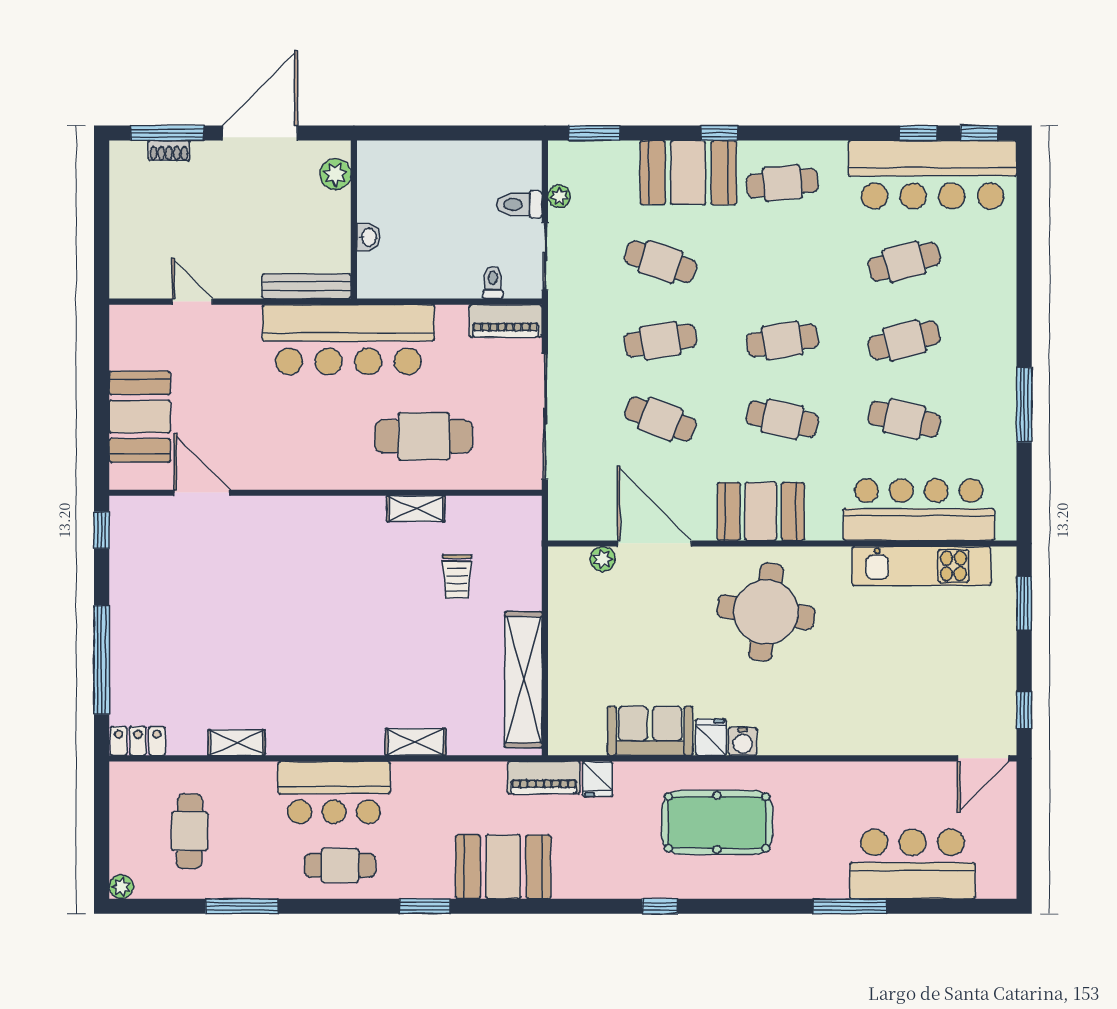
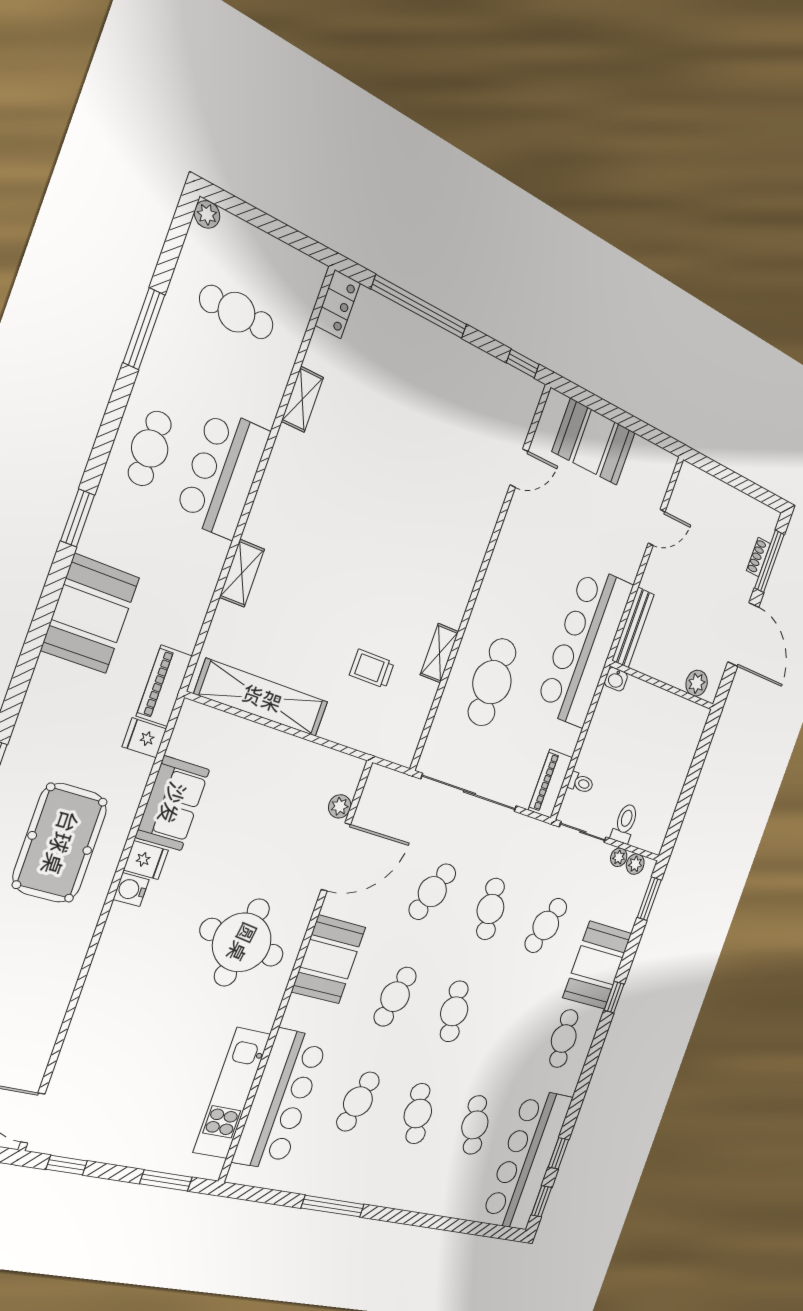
plant: (560, 170) -> (635, 864), added
washbasin: (368, 237) -> (616, 679), moved
door: (202, 493) -> (519, 468), width x0.73

